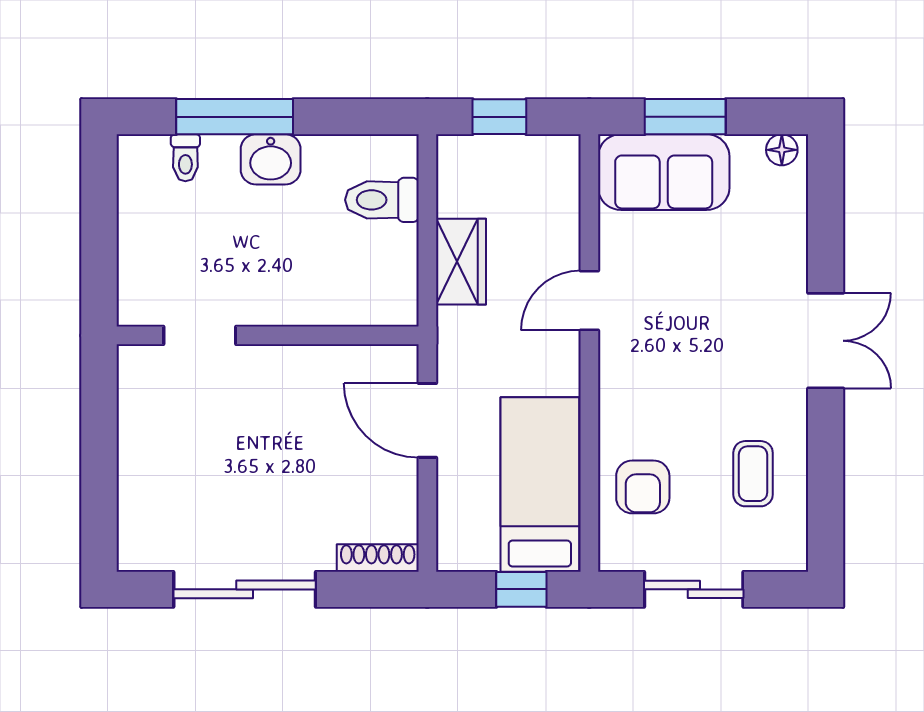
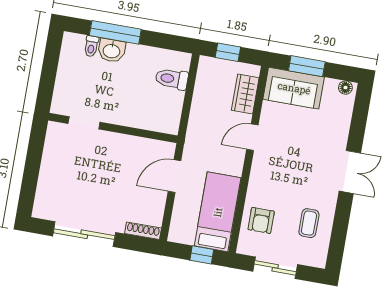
washbasin: (271, 159) -> (112, 51), moved
wardrobe: (461, 262) -> (245, 94), moved, turned 180
door: (427, 420) -> (174, 176), hinge flipped

